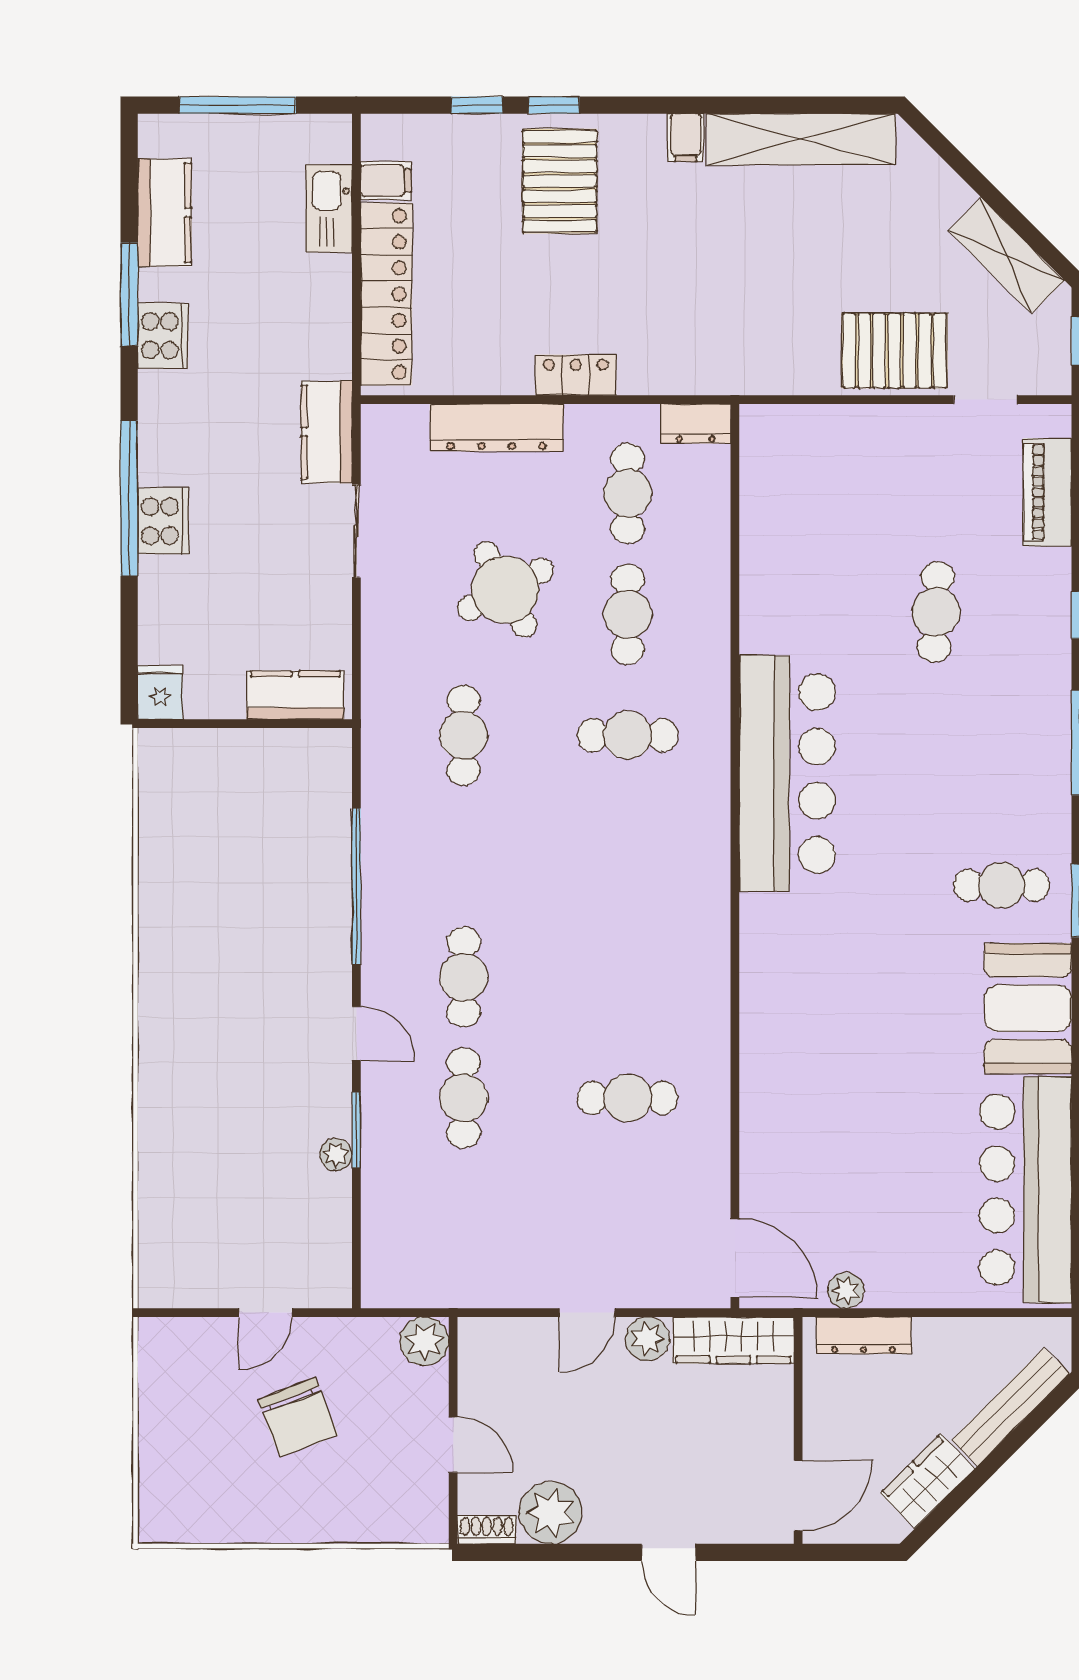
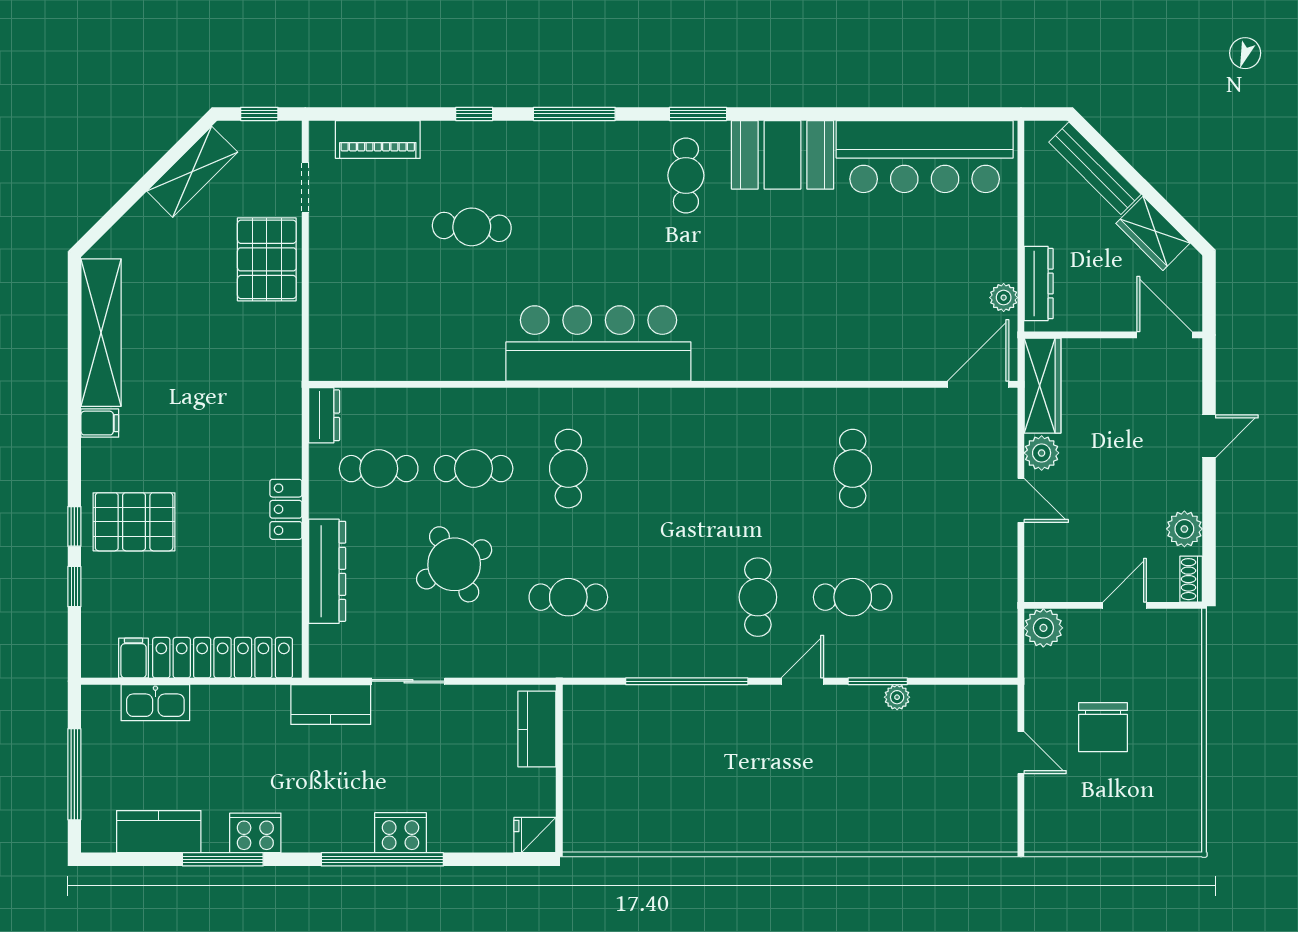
cafe table: (464, 977) -> (758, 597), turned 90
chair: (298, 1417) -> (1103, 727), turned 111
plant: (551, 1513) -> (1184, 529), width x0.73, depth x0.73

